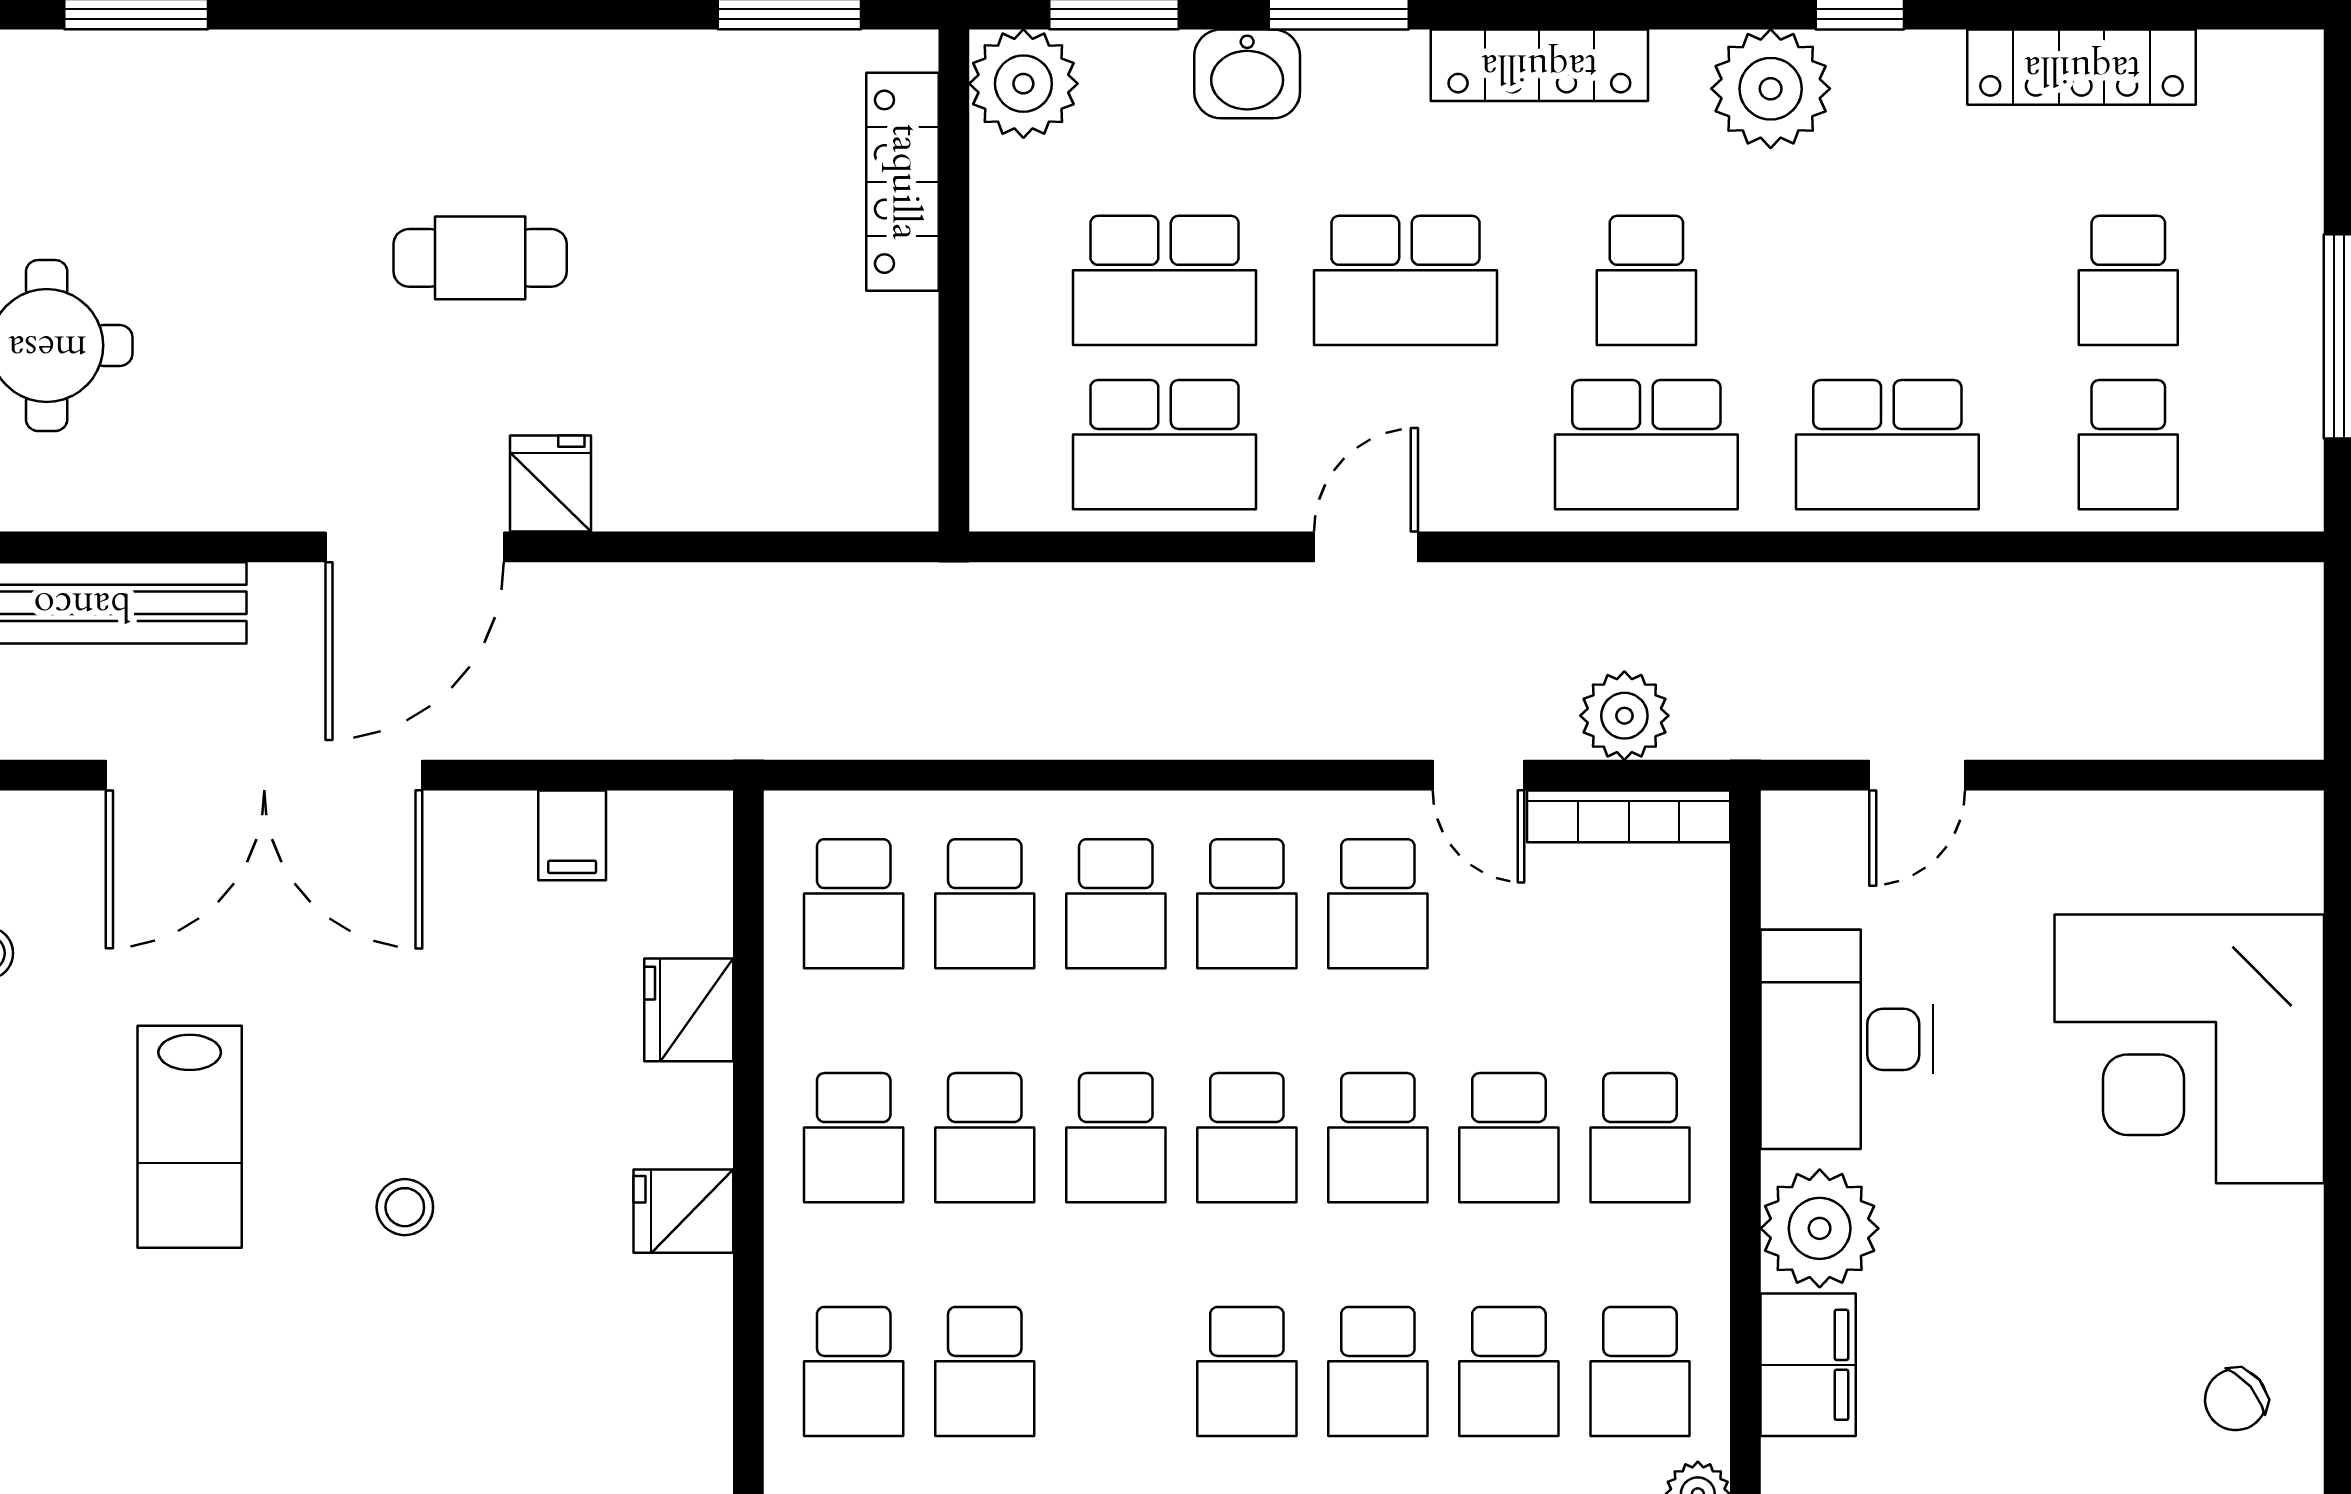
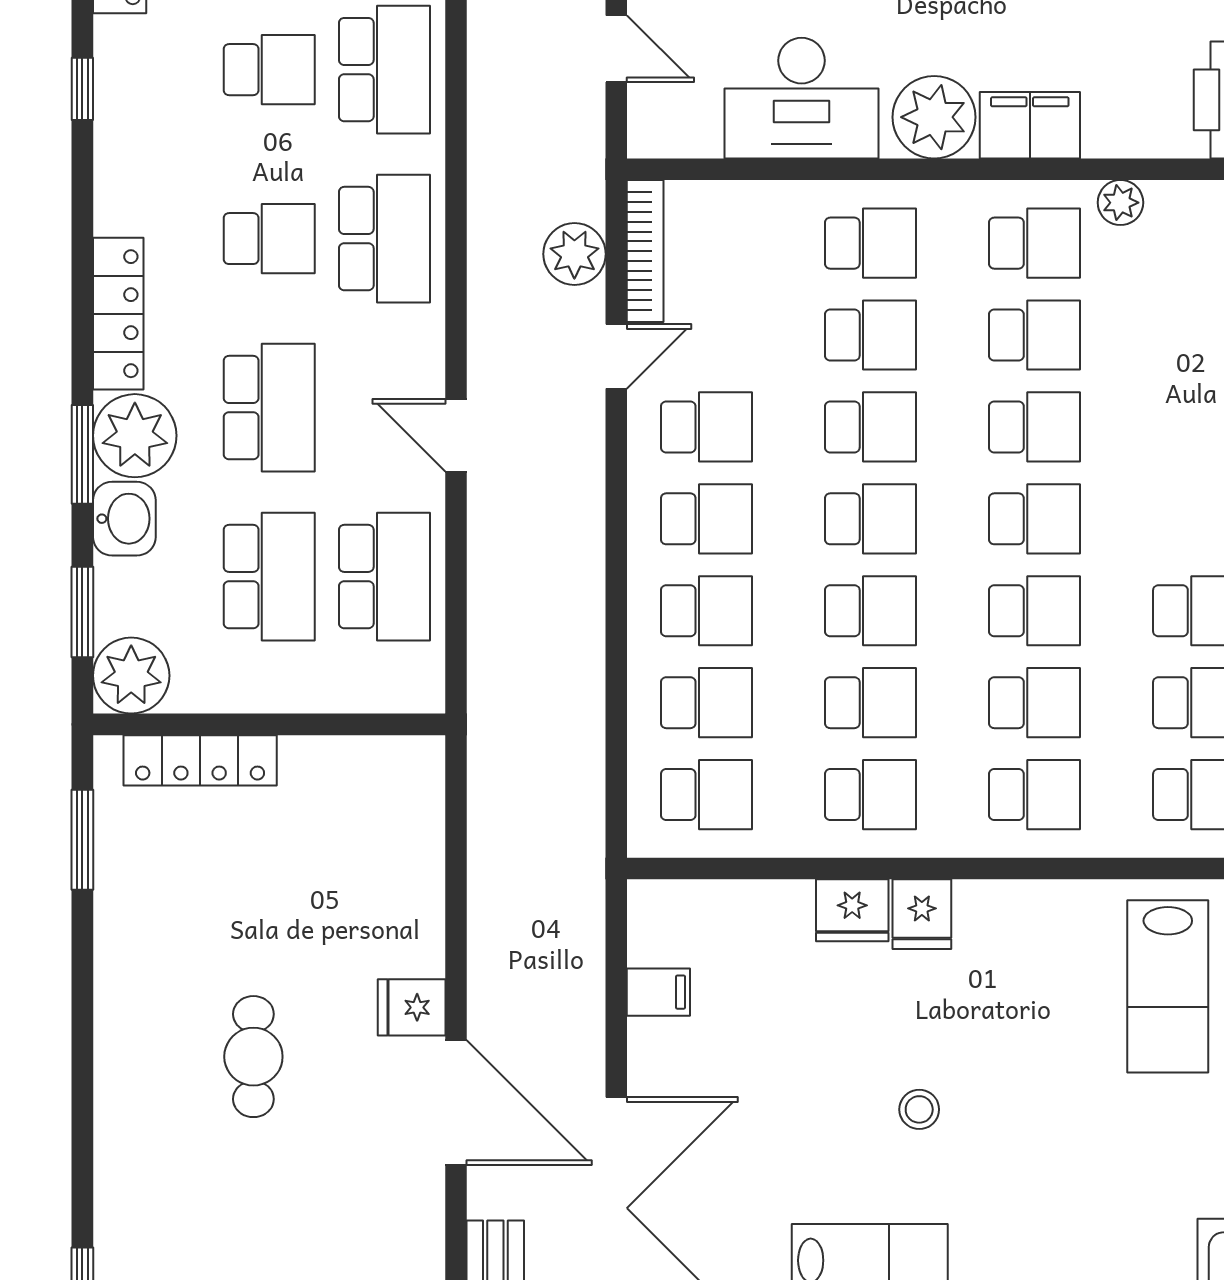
plant: (1771, 89) -> (135, 436), moved
school desk: (1887, 280) -> (269, 70), added
fridge: (689, 1010) -> (852, 910), moved
school desk: (1116, 1372) -> (1035, 611), added

